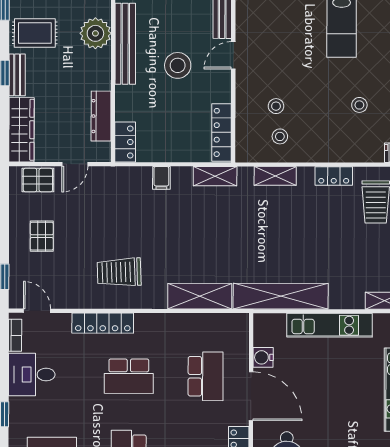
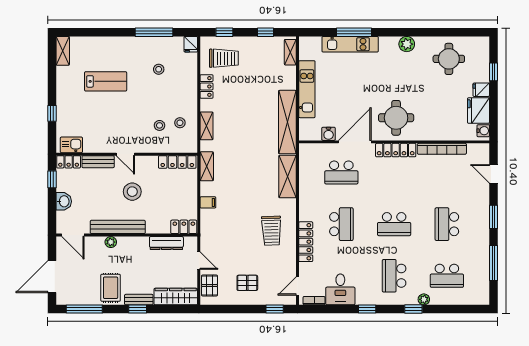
plant: (95, 33) -> (111, 242), width x0.53, depth x0.53
school desk: (206, 376) -> (341, 172), turned 180

